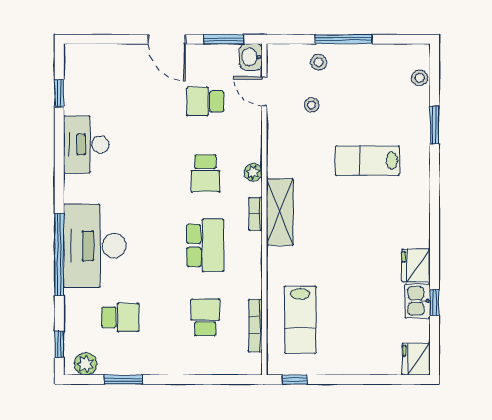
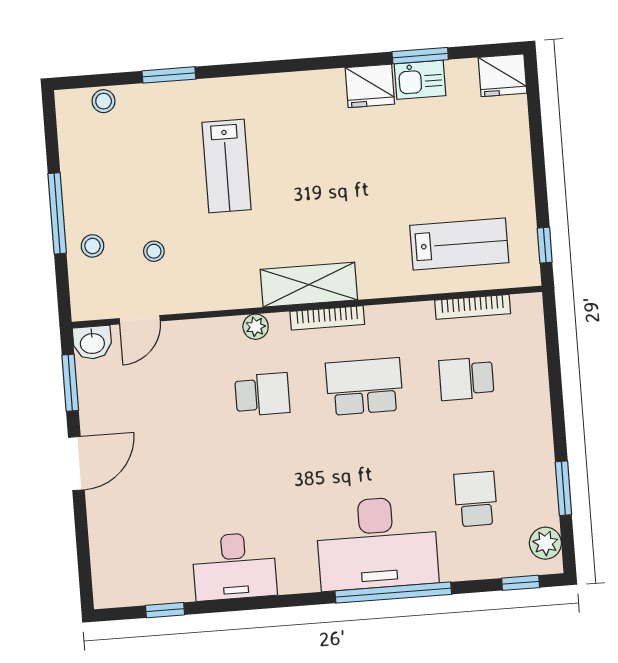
school desk: (205, 101) -> (160, 402), removed
bookcase: (255, 214) -> (327, 318), width x1.56
window: (434, 302) -> (420, 56), width x1.50

